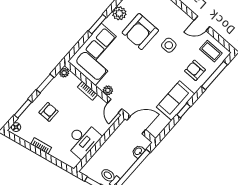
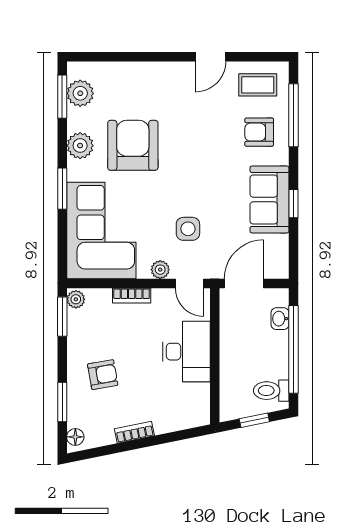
armchair: (140, 32) -> (133, 145), turned 180
side table: (169, 45) -> (188, 229), moved
window: (45, 83) -> (62, 317), moved
armchair: (49, 112) -> (103, 375), turned 80
desk: (83, 140) -> (186, 352), moved

